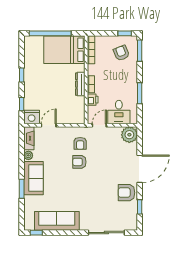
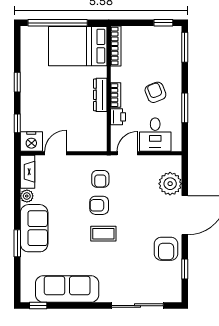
armchair: (121, 53) -> (155, 92), moved
plant: (129, 135) -> (170, 184), moved
coffee table: (82, 182) -> (103, 234), added
armchair: (127, 193) -> (166, 249), turned -90

